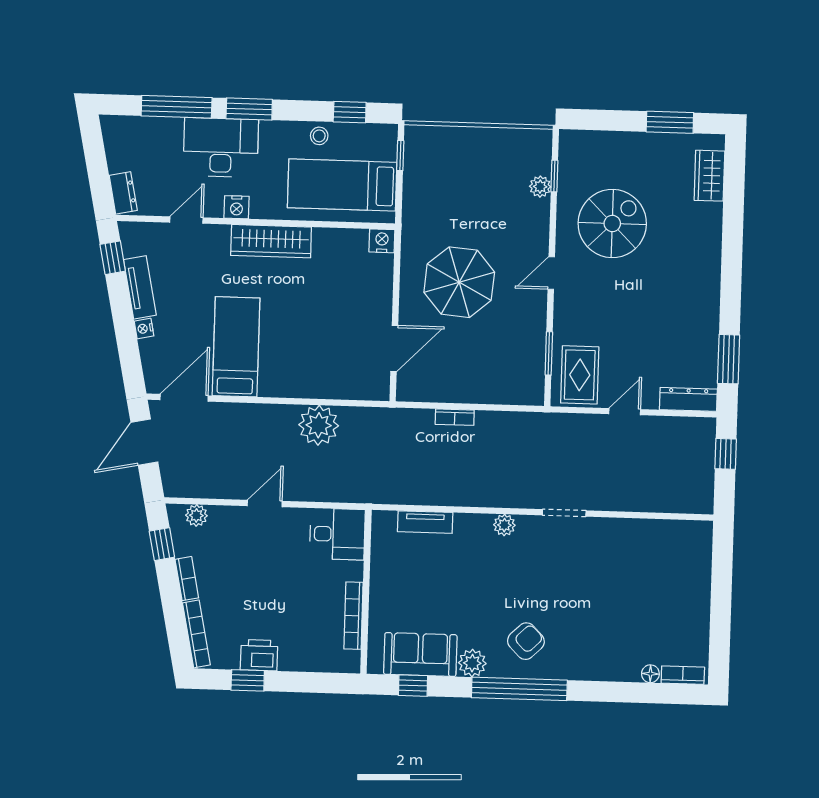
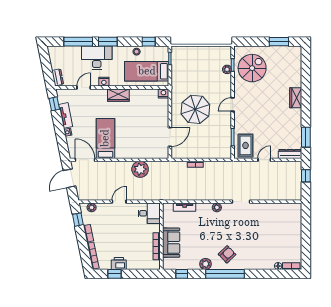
wardrobe: (709, 176) -> (296, 98), moved
spiral stairs: (612, 224) -> (252, 68), moved
wardrobe: (271, 241) -> (118, 95), width x0.67
door: (184, 398) -> (85, 160), hinge flipped
sofa: (420, 655) -> (171, 243), moved, turned 90

